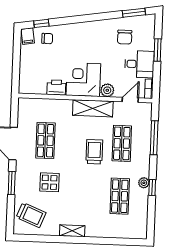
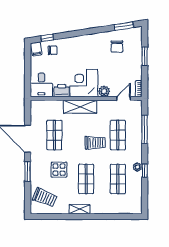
desk: (139, 64) -> (41, 85), moved, turned 90
shelving: (93, 108) -> (80, 107), moved
trolley: (94, 152) -> (95, 143), turned 90
shop shelf: (82, 195) -> (86, 179), added

